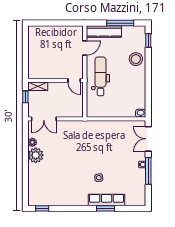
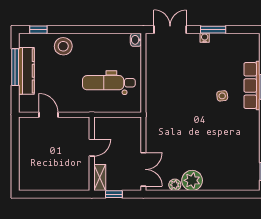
kitchen counter: (104, 32) -> (26, 71), moved
dental chair: (101, 76) -> (109, 83), moved
door: (74, 80) -> (92, 148), moved
double door: (148, 139) -> (170, 30), swing flipped
window: (148, 171) -> (213, 30), width x0.69

